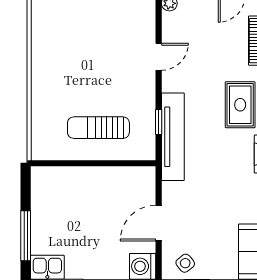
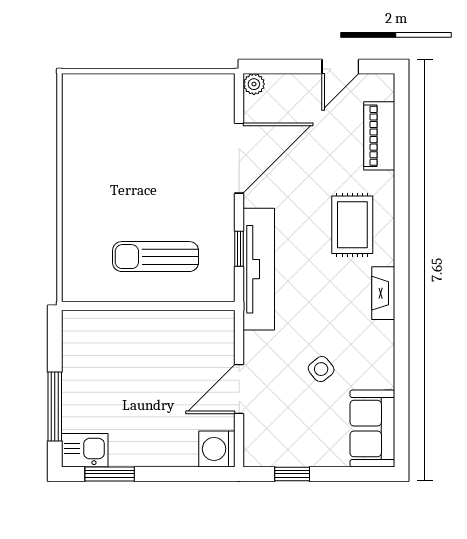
door: (159, 57) -> (239, 158), width x1.87
side table: (185, 263) -> (321, 369), moved

